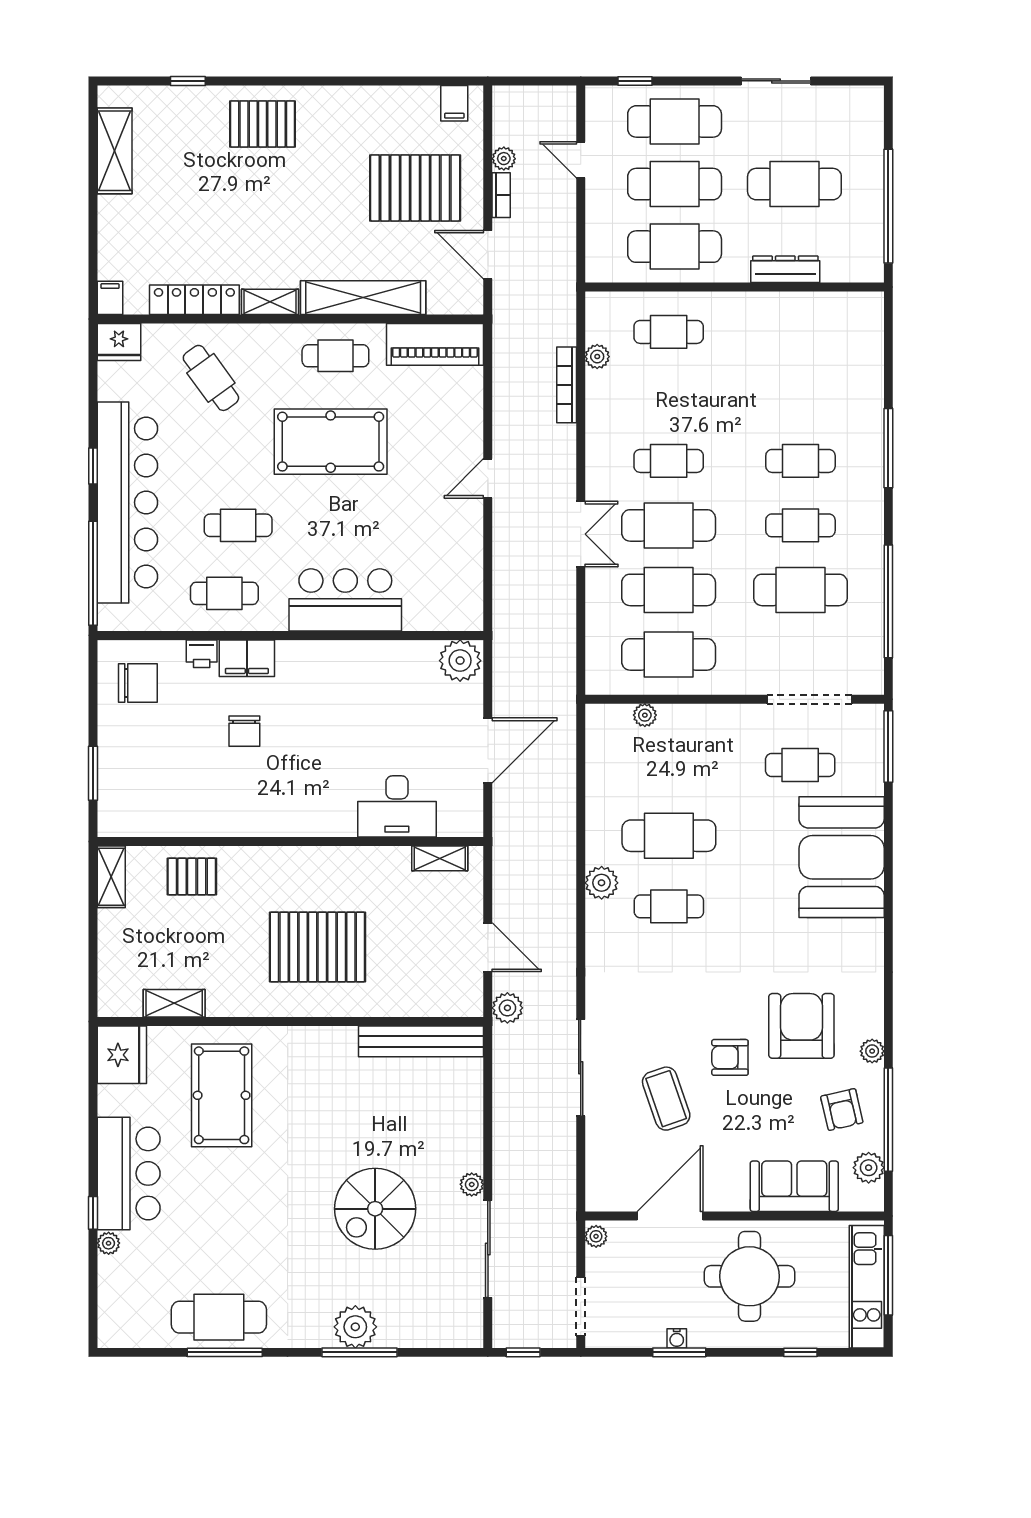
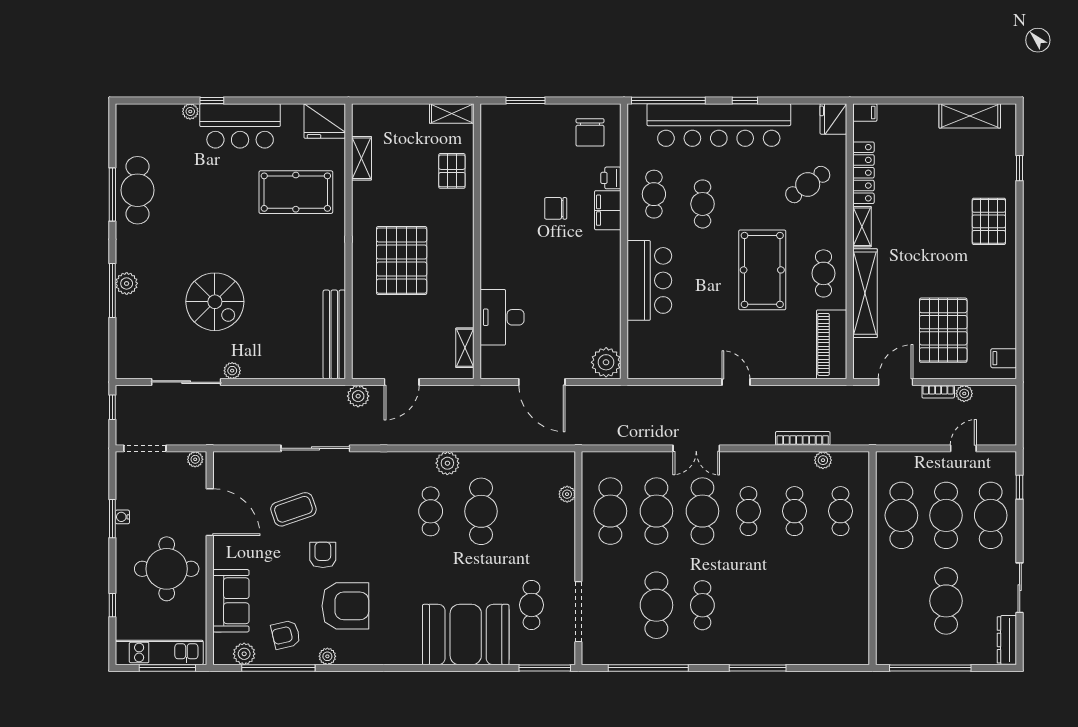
dresser: (785, 269) -> (1007, 640), moved, turned 180
cafe table: (800, 461) -> (794, 511), moved
spiral stairs: (375, 1209) -> (215, 302), turned 180
plant: (355, 1327) -> (127, 283), width x0.73, depth x0.73

